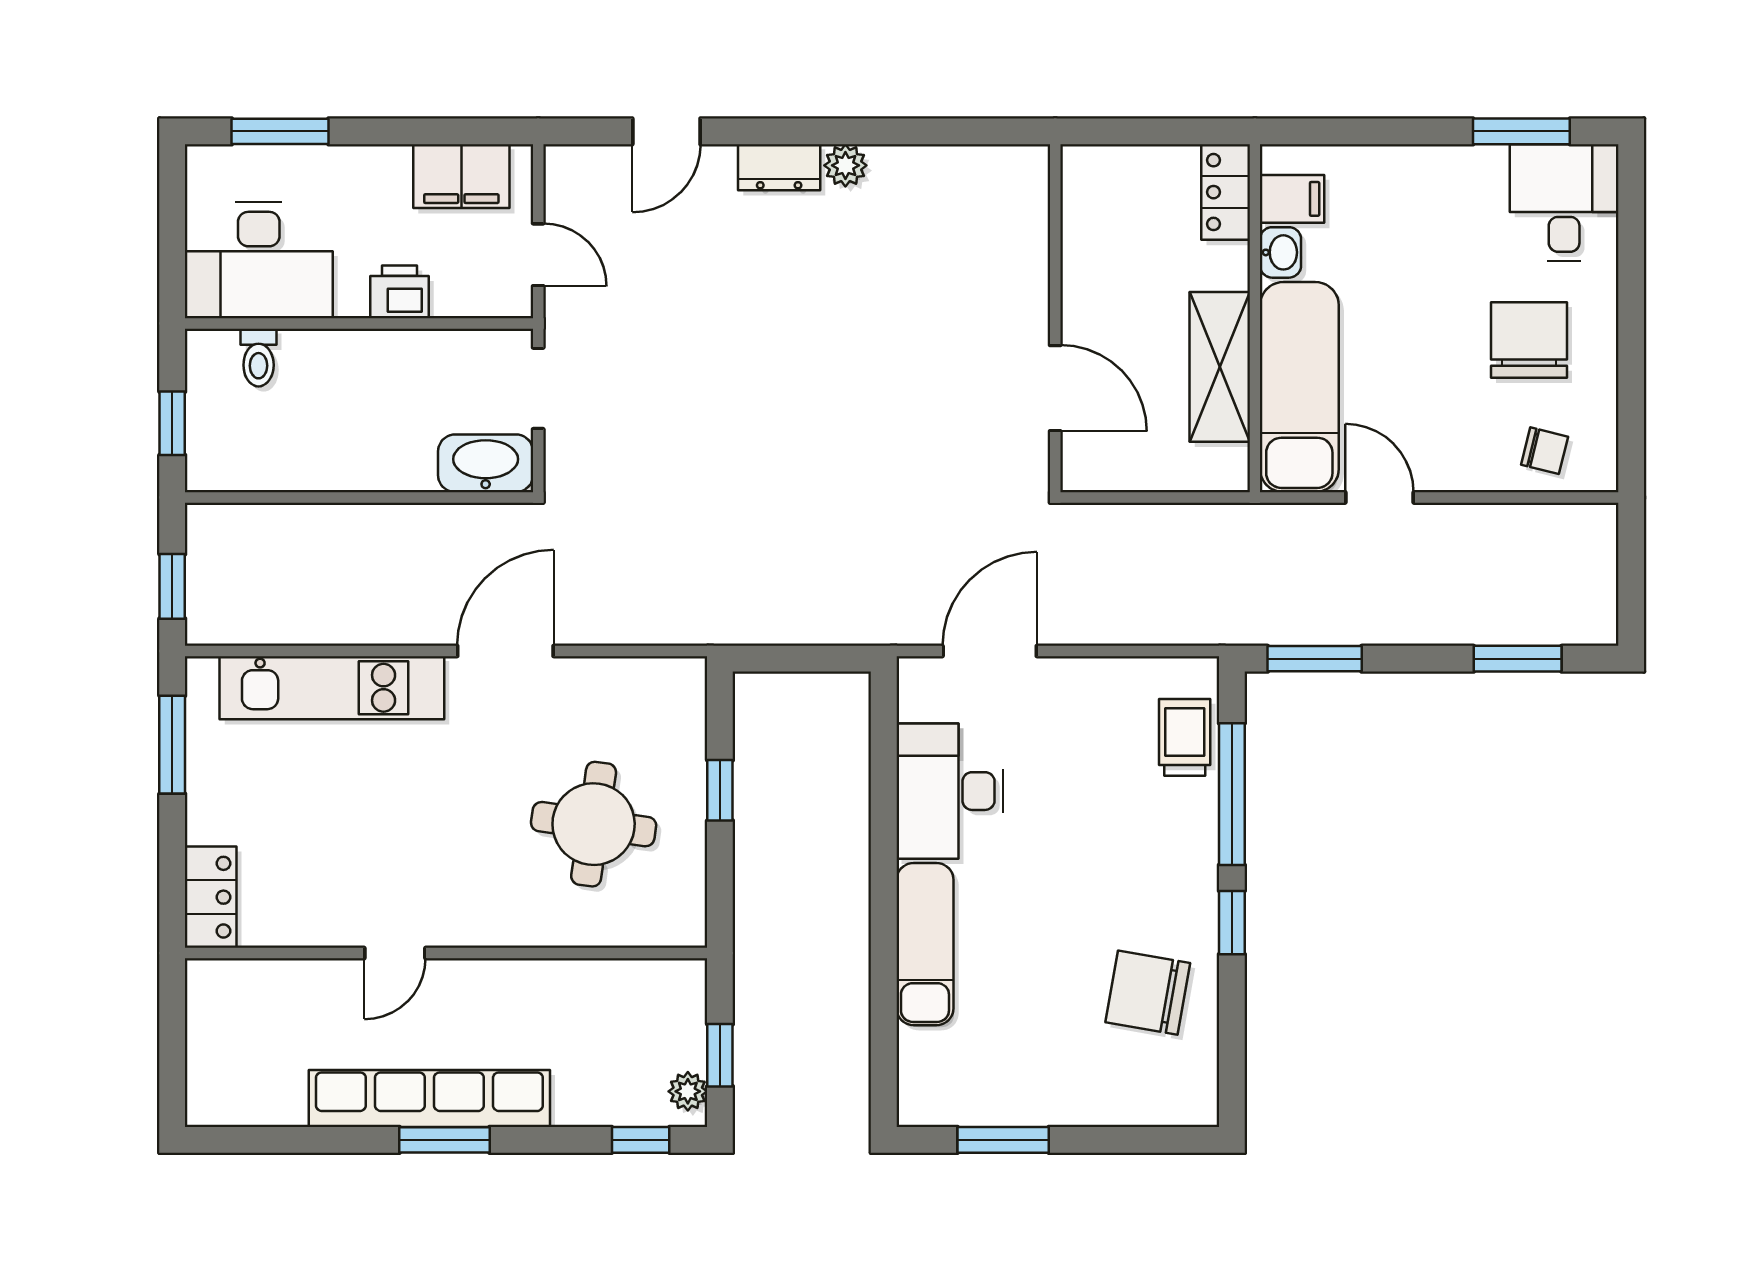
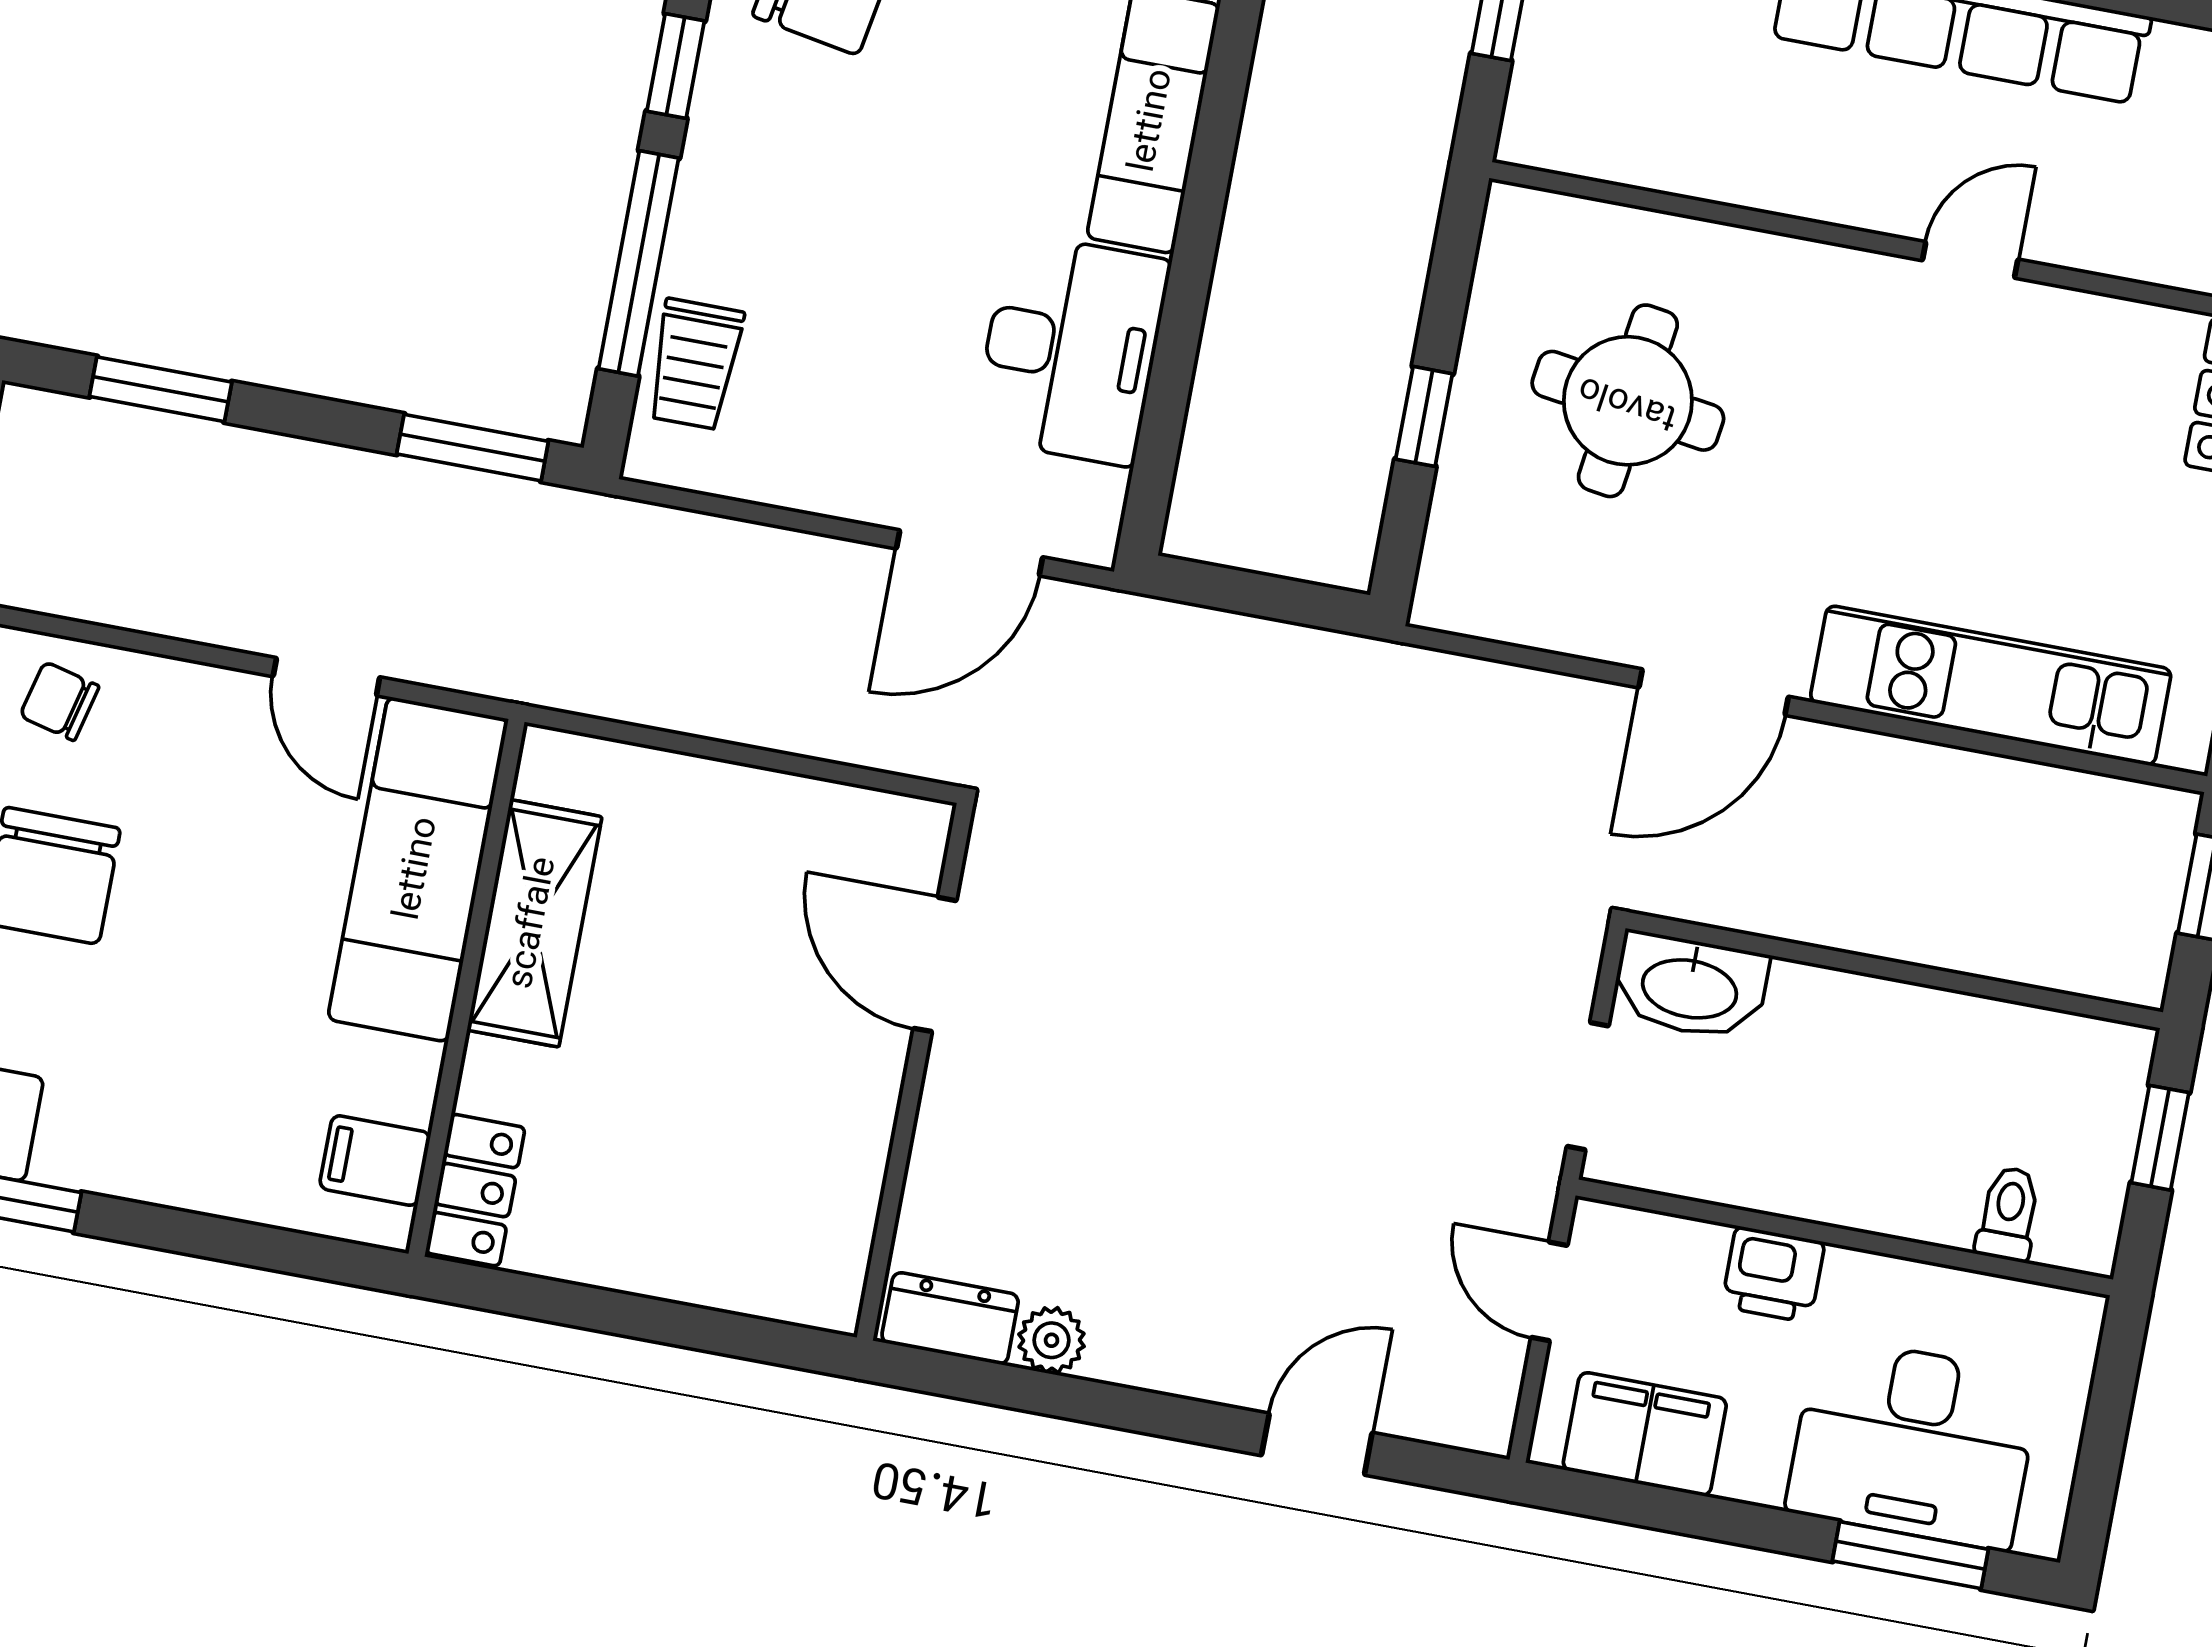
dresser: (779, 167) -> (950, 1318), moved
washbasin: (1280, 252) -> (408, 1082), removed
desk: (259, 260) -> (1913, 1443), moved, turned 180
wall: (1055, 318) -> (915, 1072), moved
door: (1055, 388) -> (935, 964), moved

